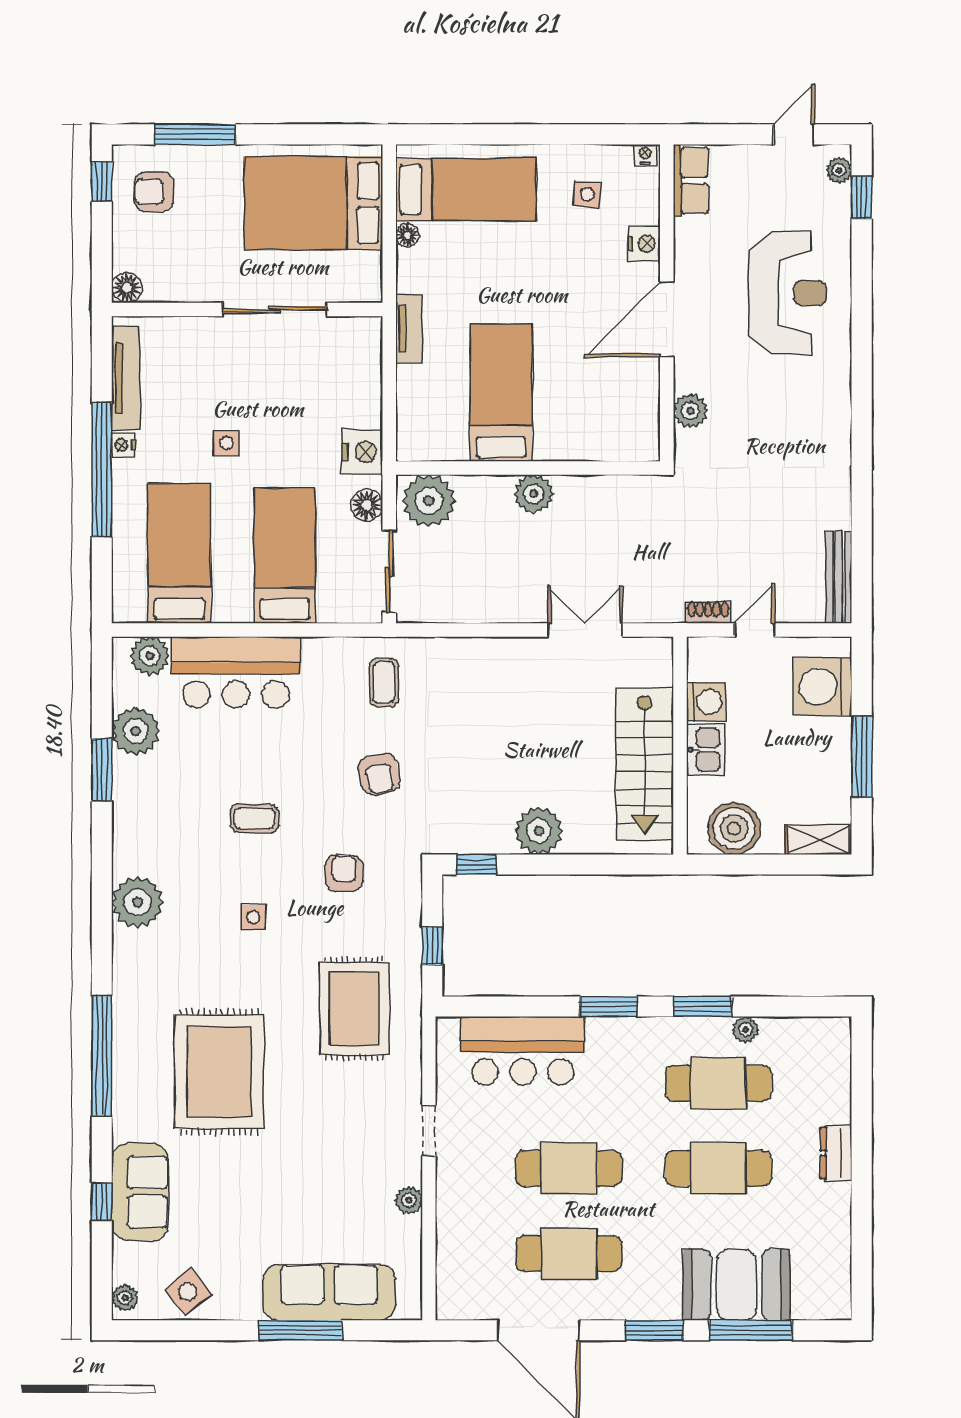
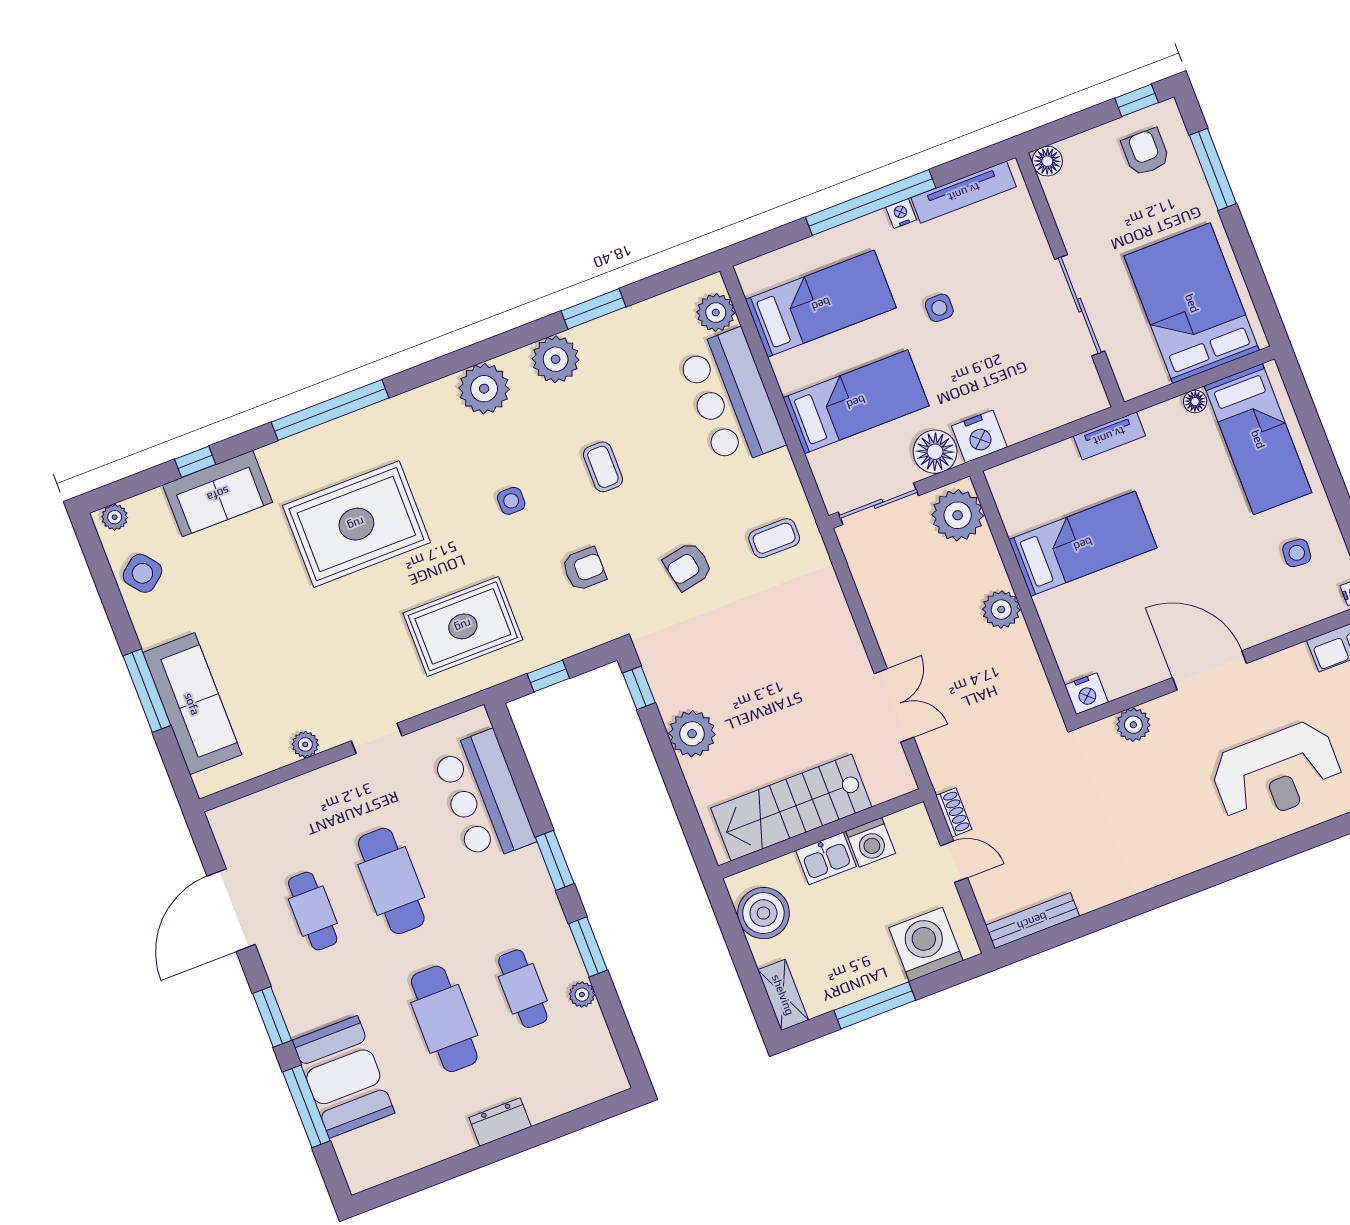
nightstand: (644, 244) -> (1086, 694), moved
floor lamp: (367, 505) -> (935, 452), width x1.38, depth x1.38
plant: (136, 731) -> (556, 359), moved
cafe table: (718, 1083) -> (523, 989), width x0.73, depth x0.74
cafe table: (569, 1254) -> (313, 911), width x0.73, depth x0.74

